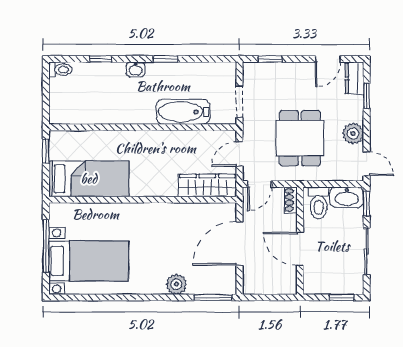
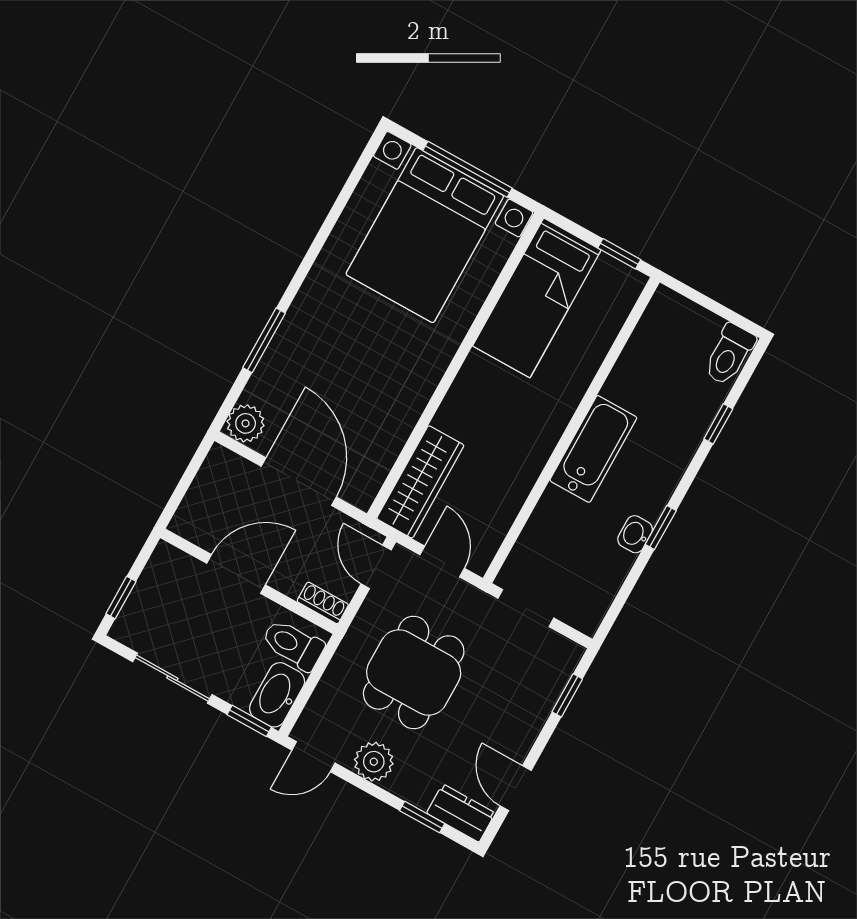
washbasin: (136, 69) -> (635, 534), moved
toilet: (60, 70) -> (729, 354), width x1.37, depth x1.39
bathtub: (183, 112) -> (593, 449), moved
dining table: (300, 138) -> (414, 672), turned 90
bed with nightstands: (89, 261) -> (425, 235), width x1.36
plant: (176, 284) -> (246, 423), moved
window: (213, 297) -> (264, 340), moved

